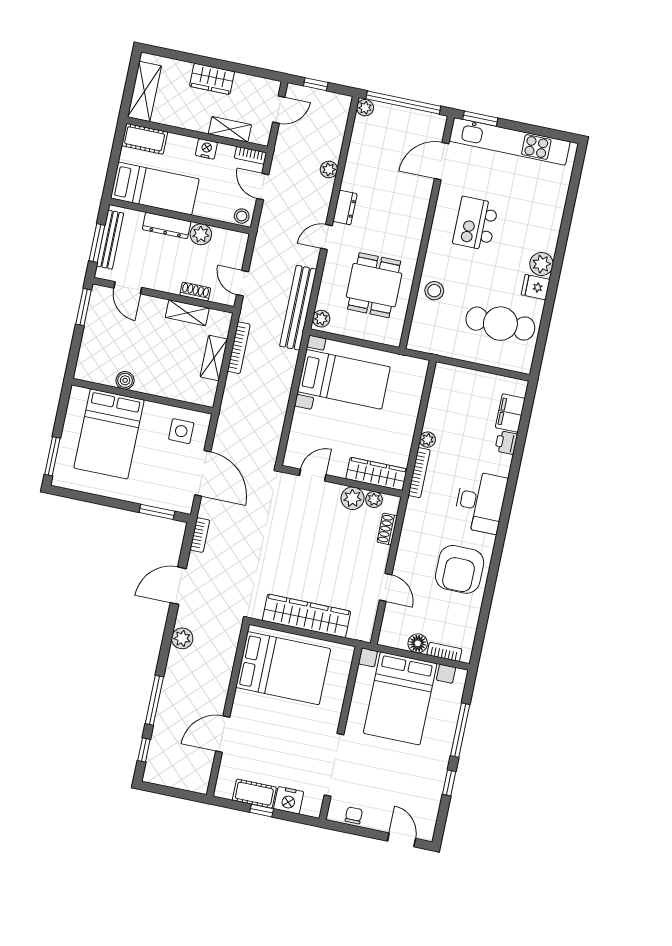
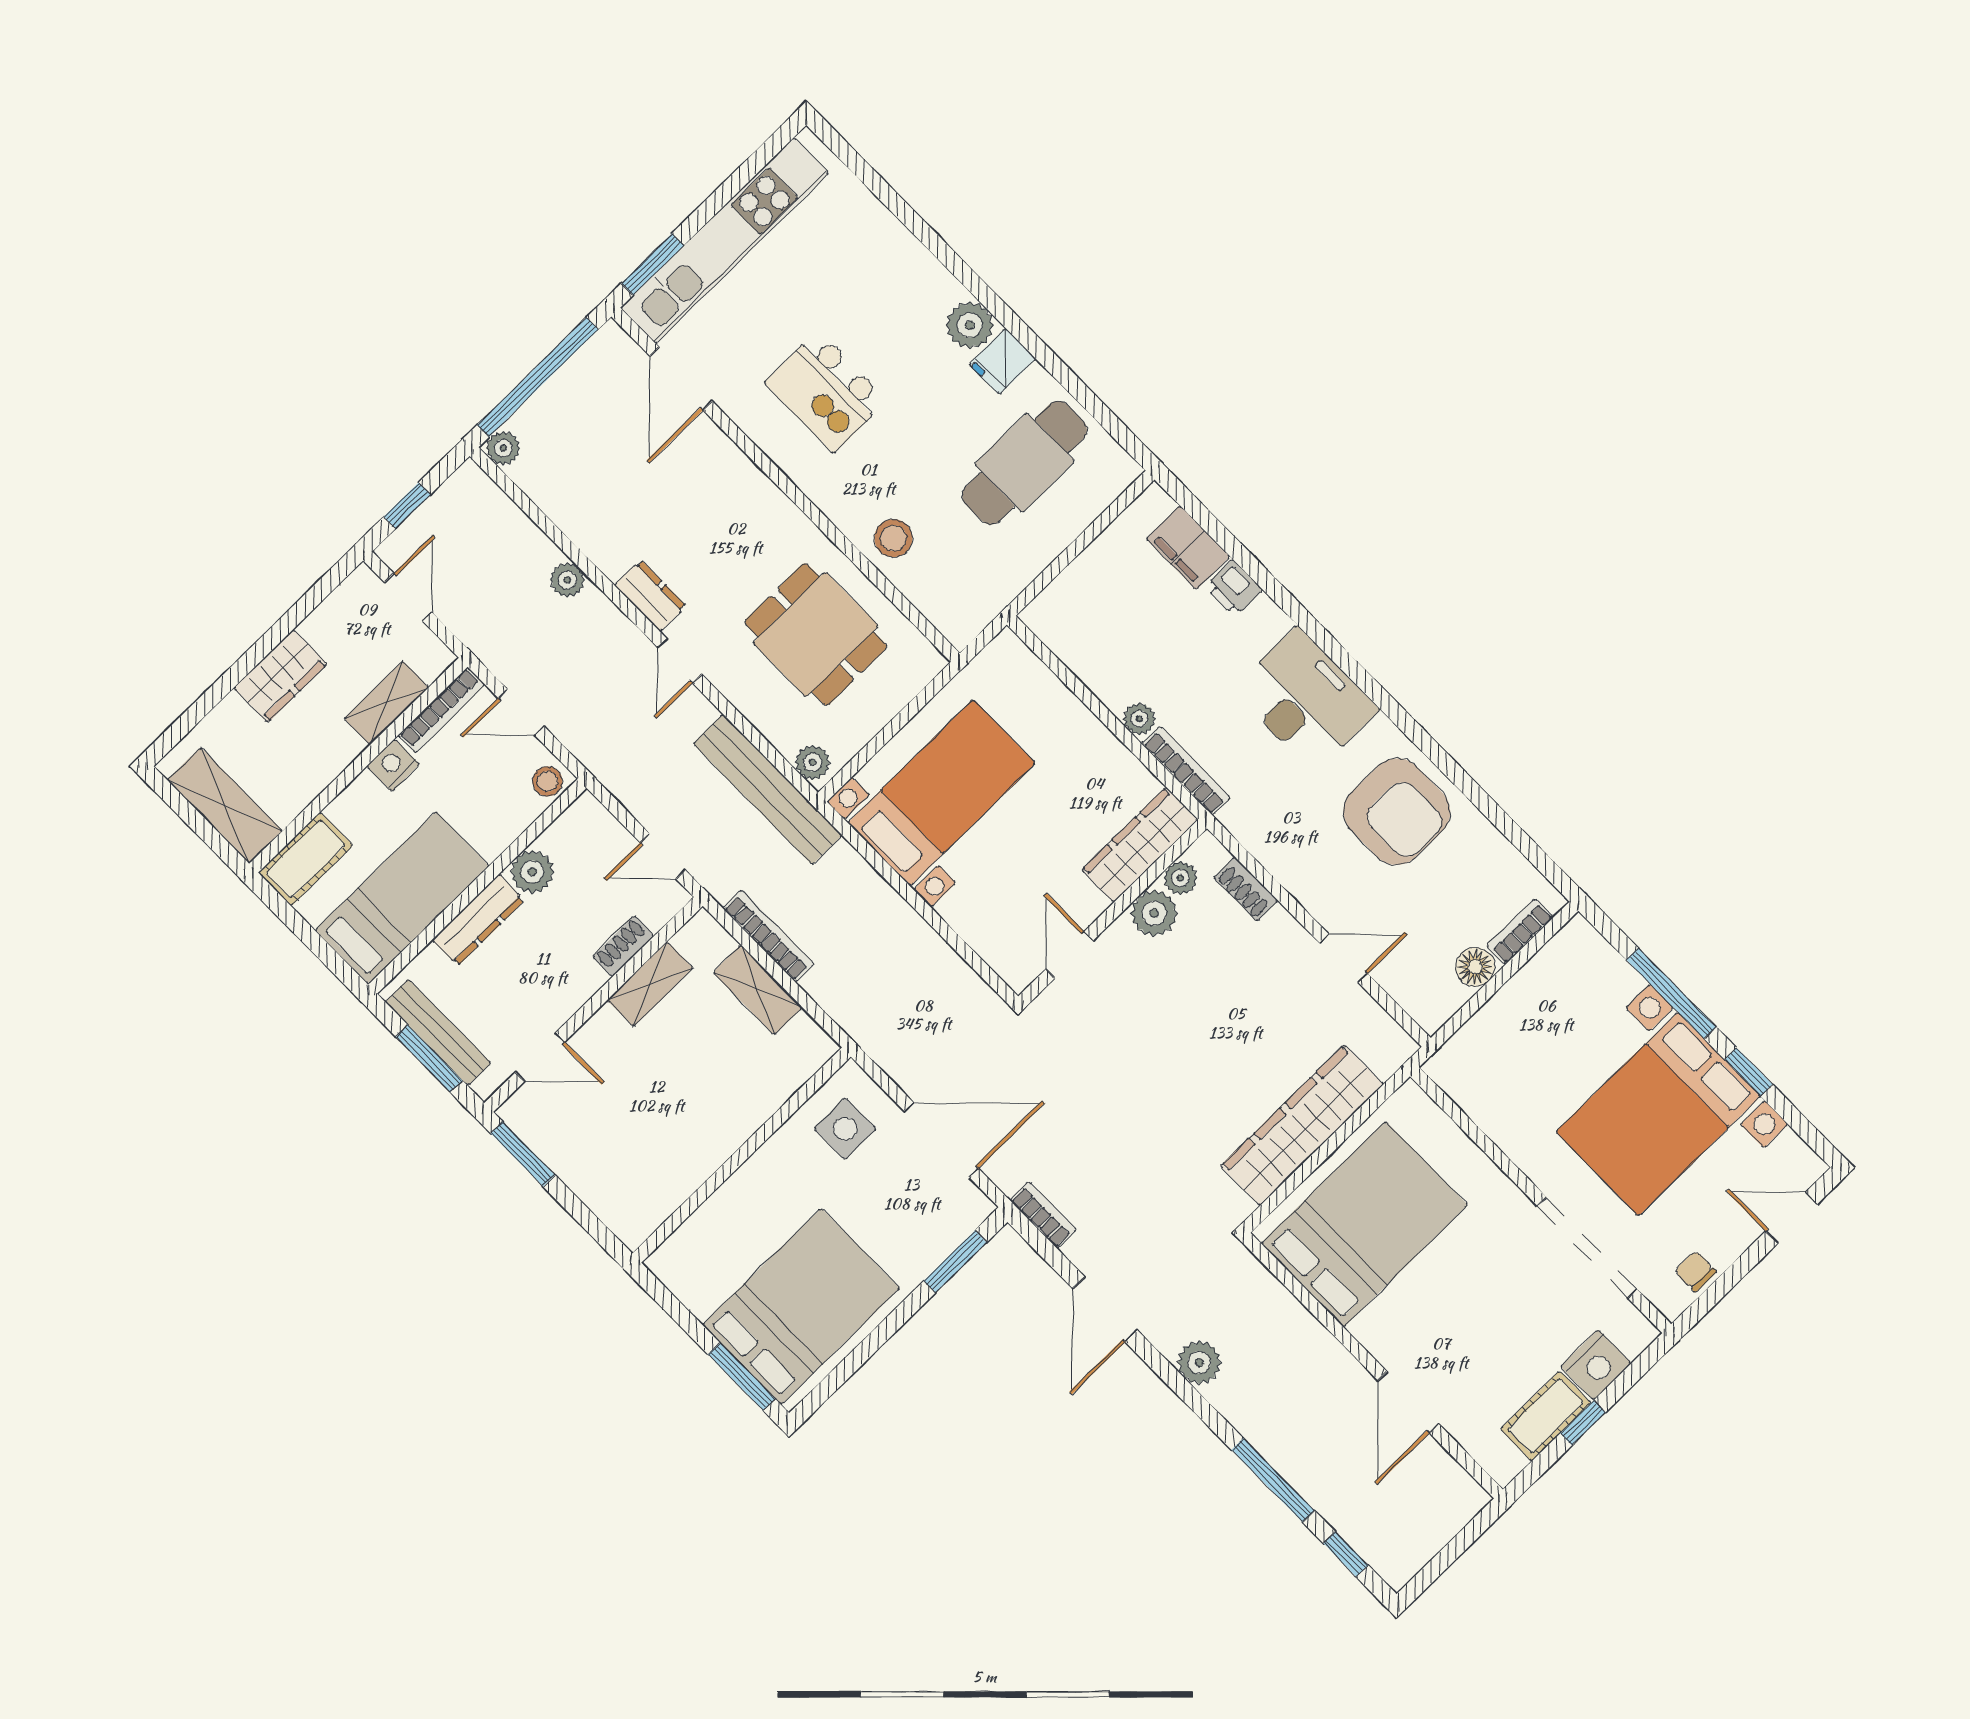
bookcase: (250, 155) -> (441, 710), width x1.56
boiler: (125, 380) -> (695, 1167), removed
bed: (109, 434) -> (801, 1306), moved, turned -90
bed with nightstands: (400, 698) -> (1658, 1114), moved, turned 90

